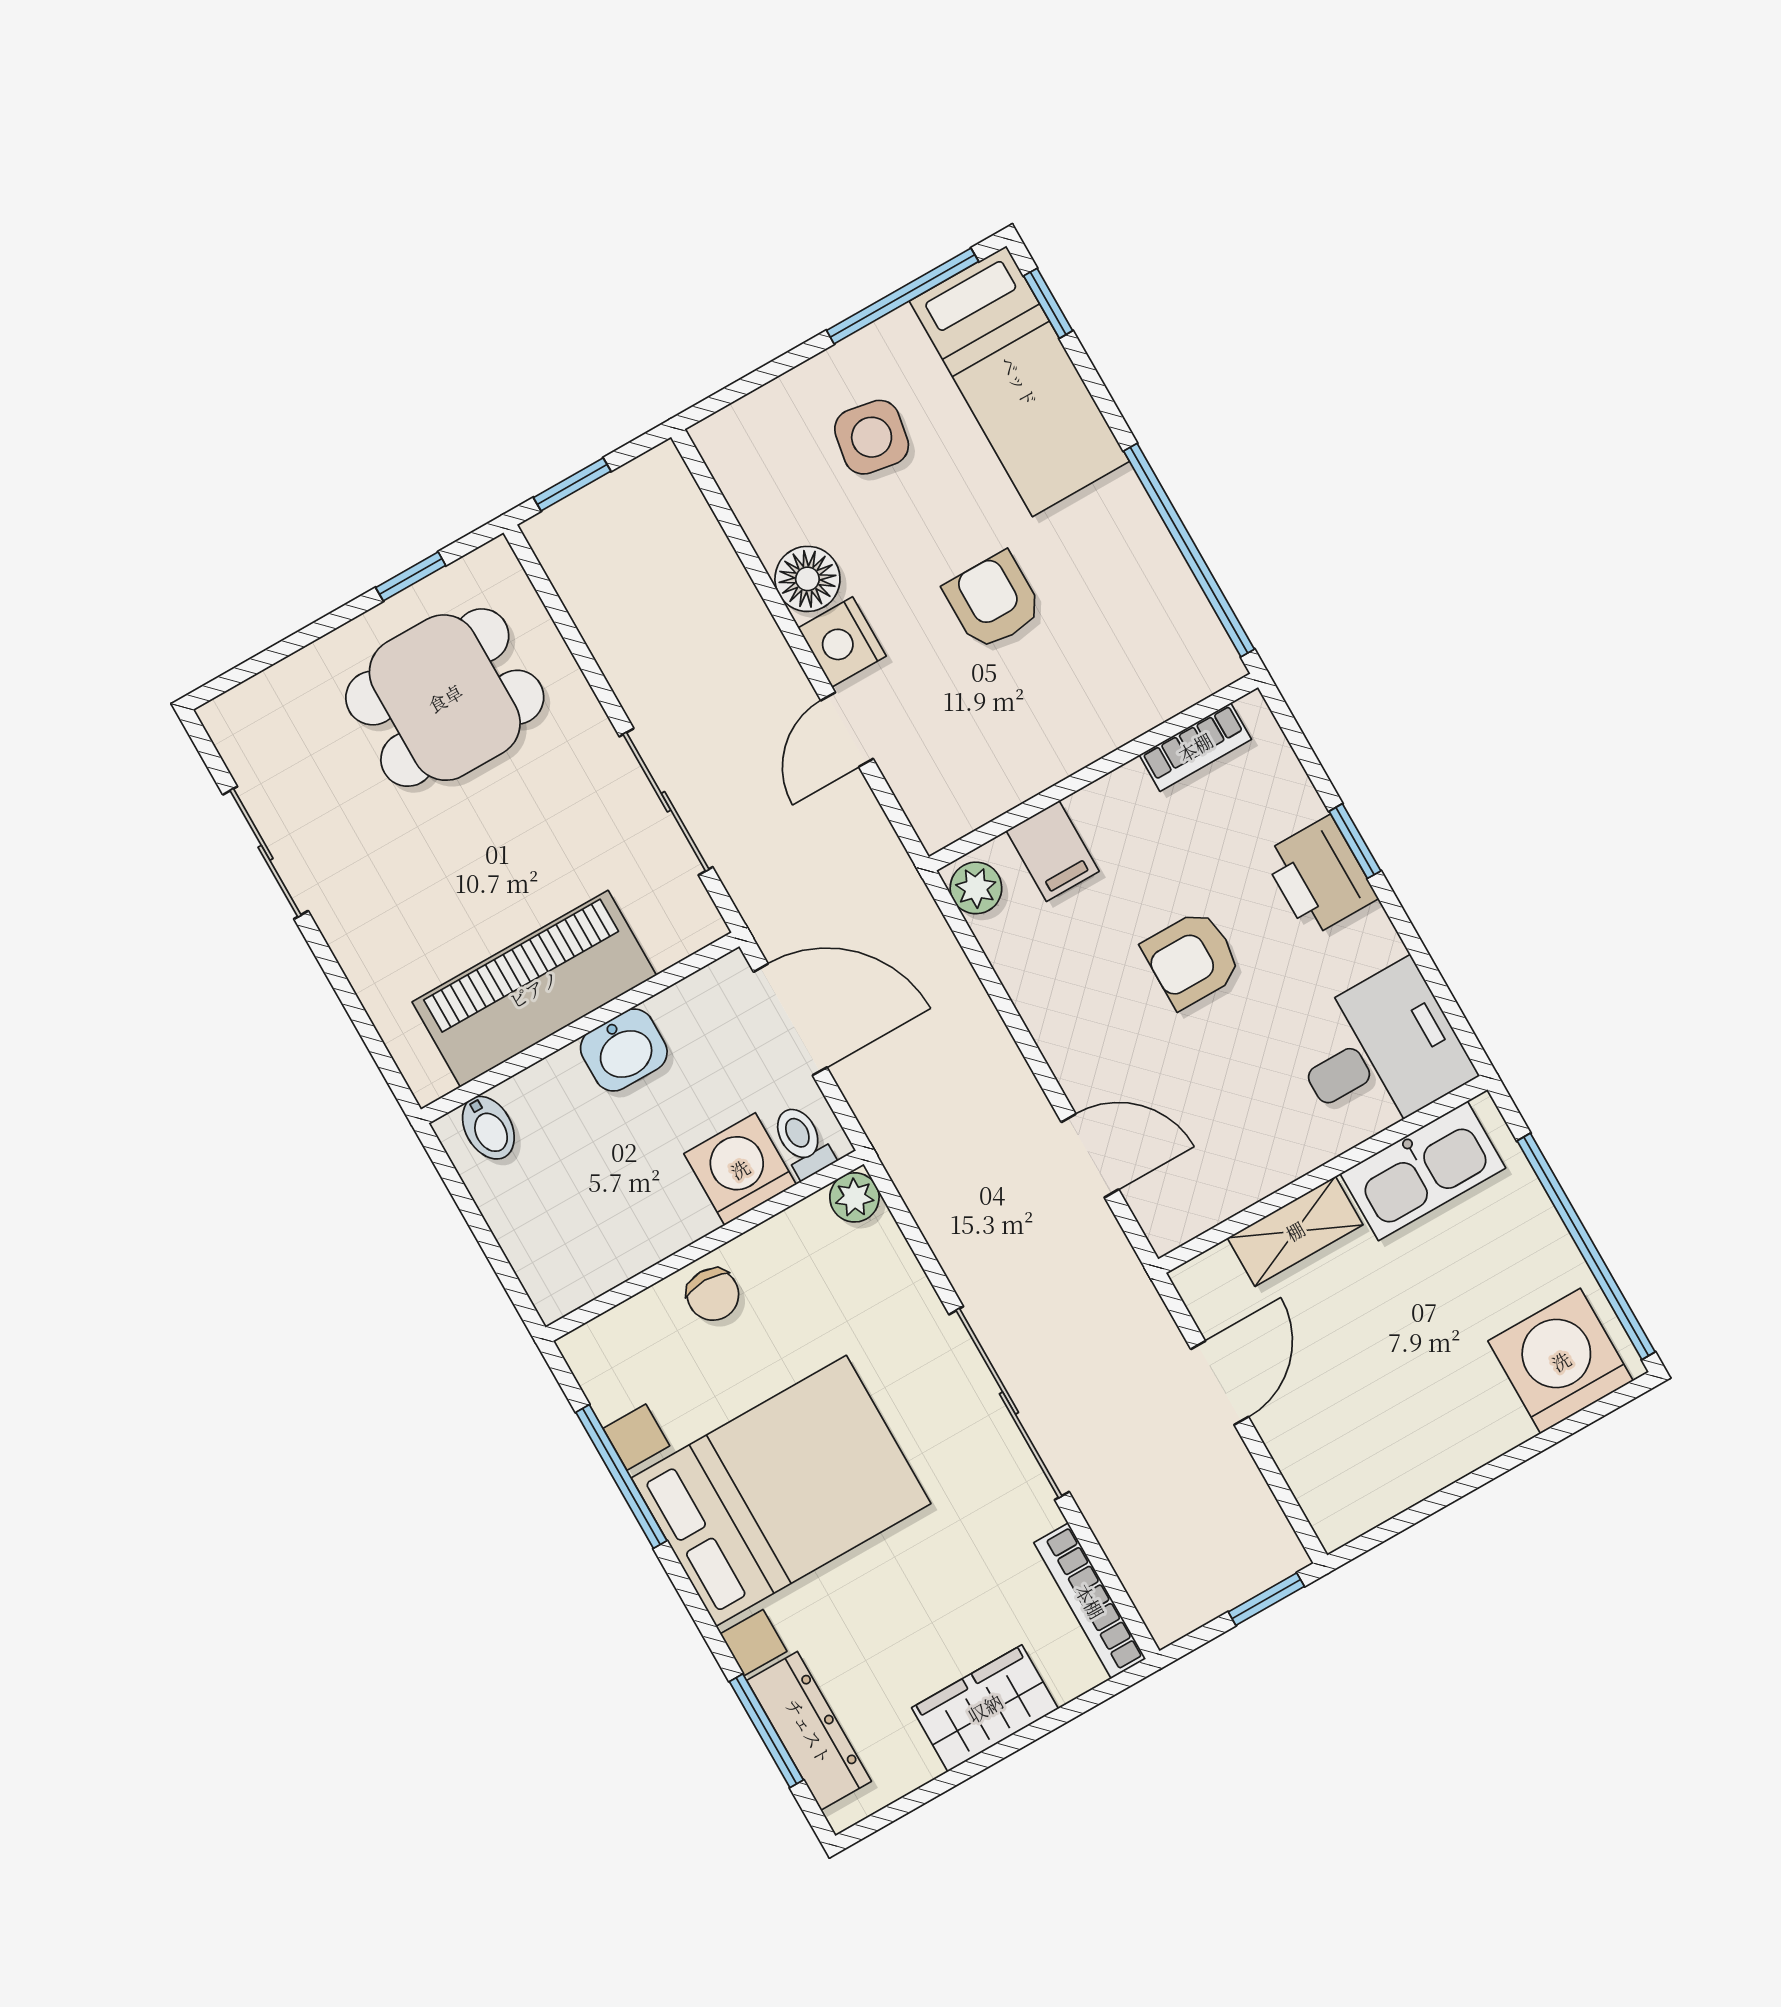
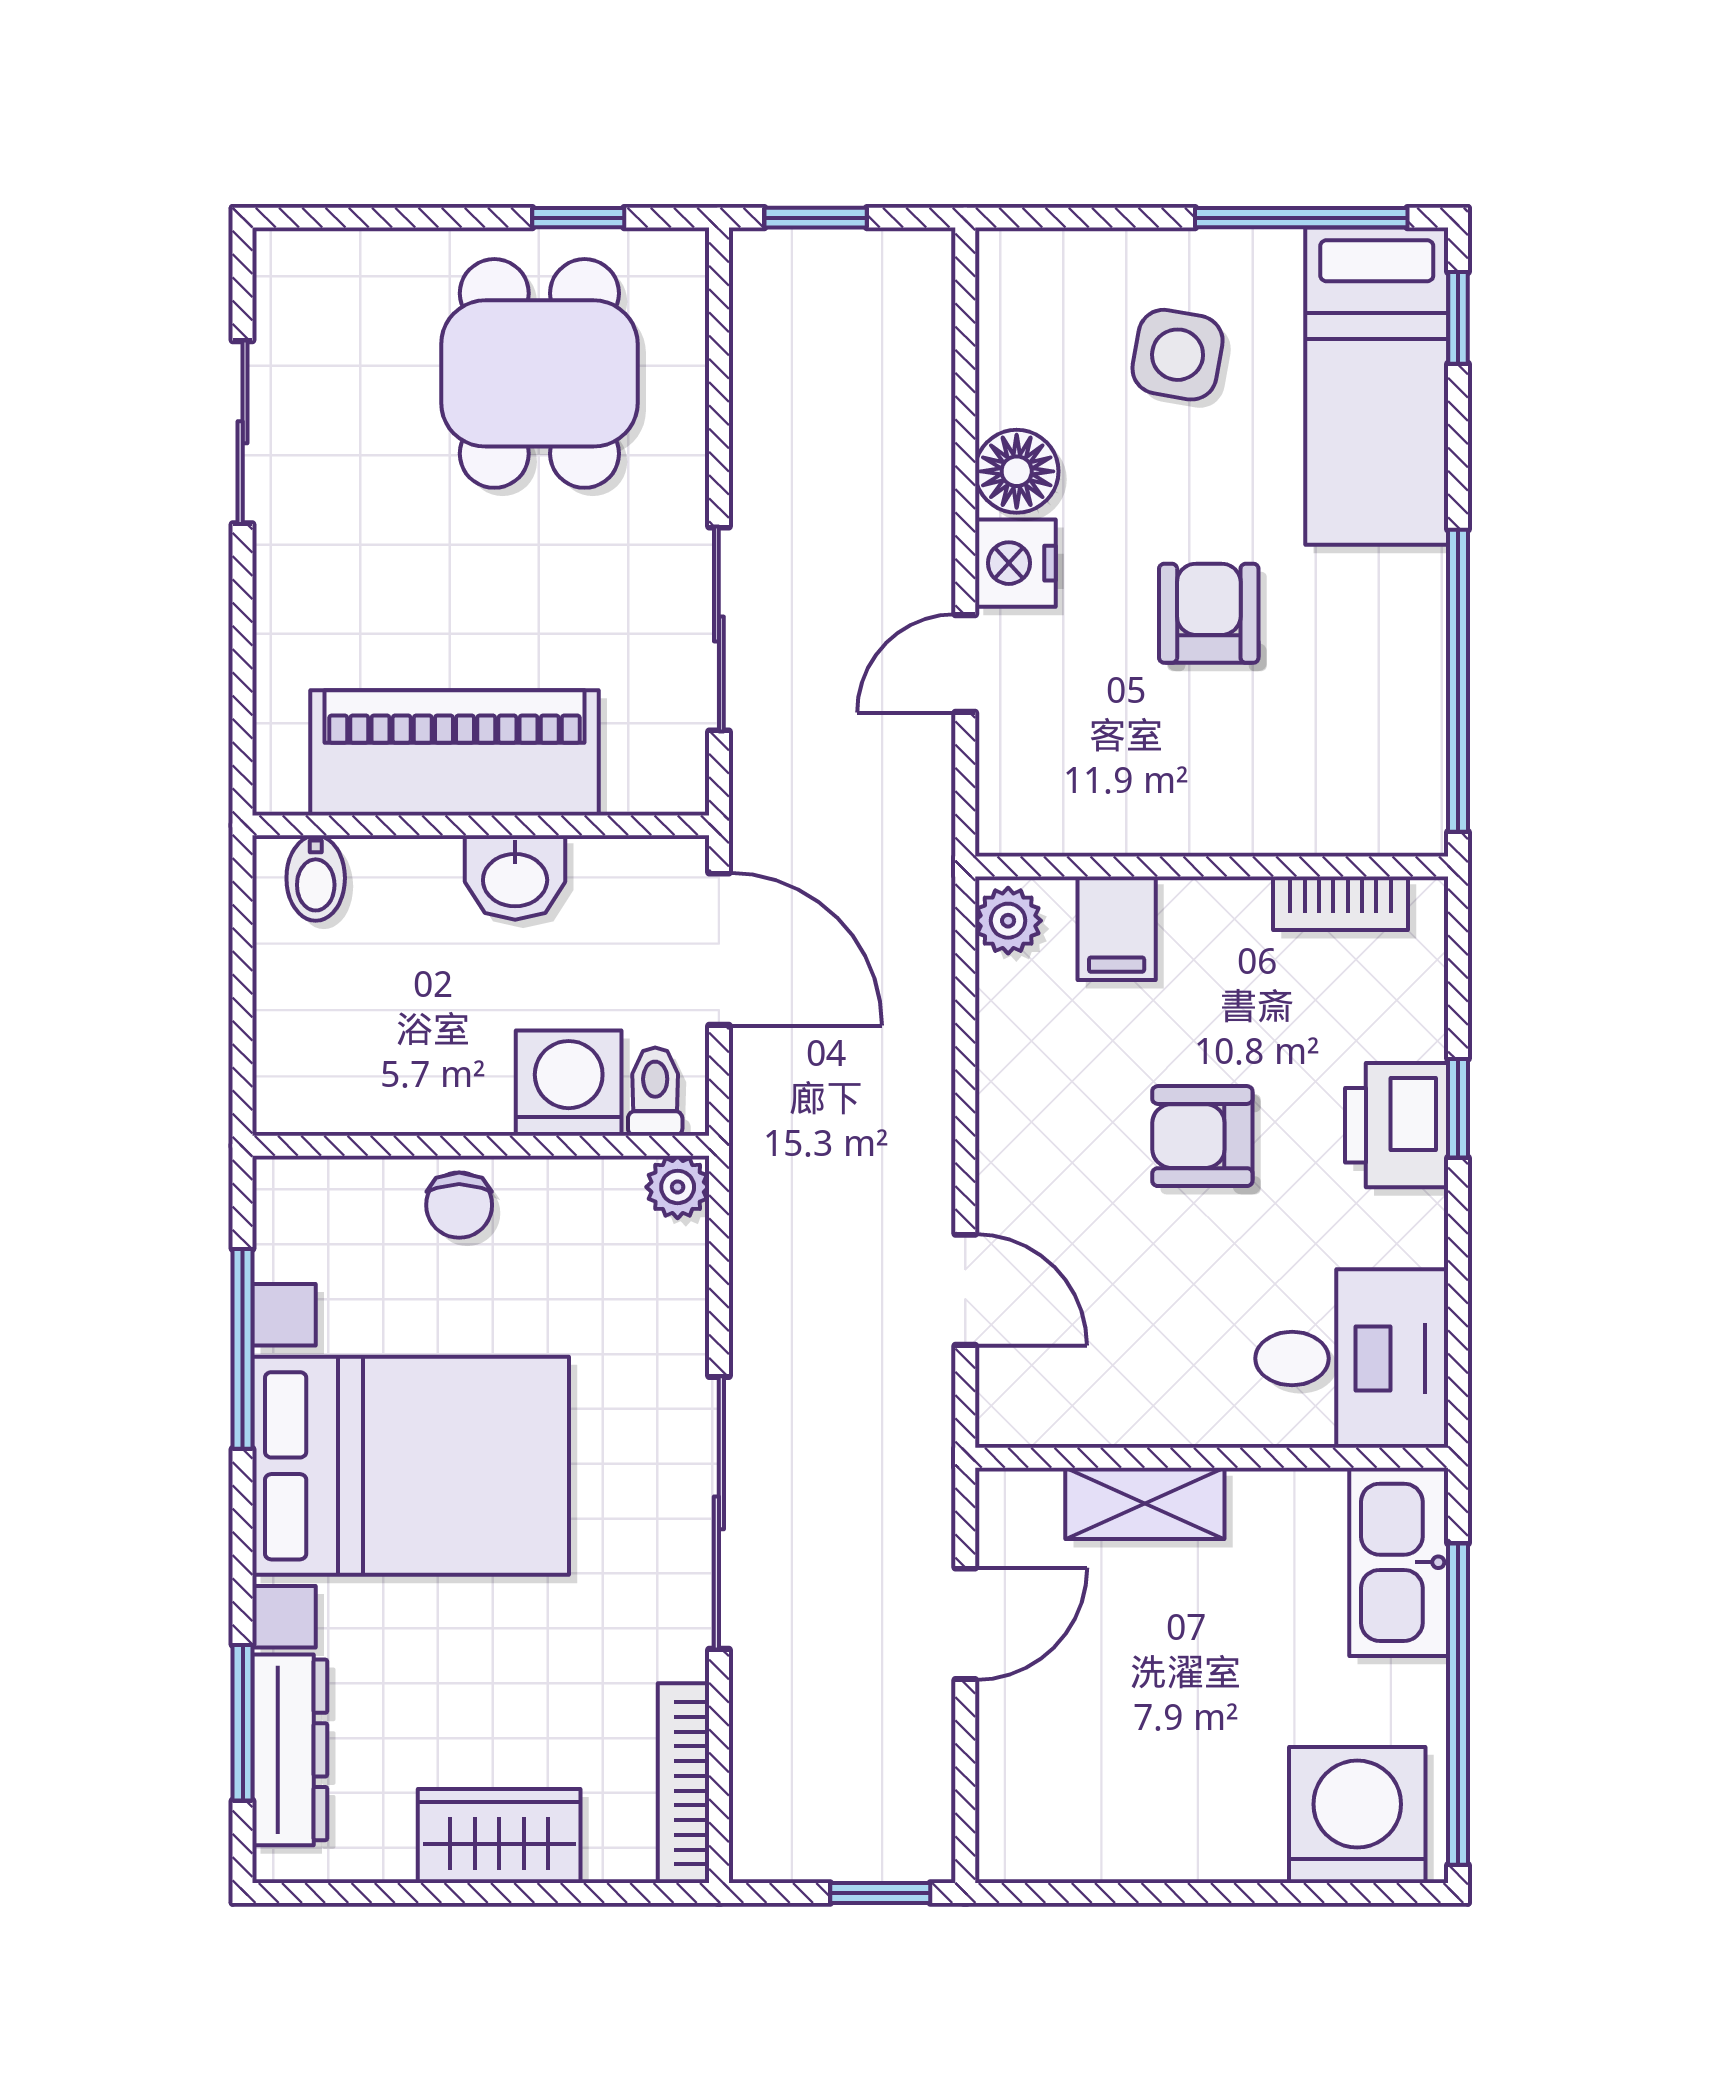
dining table: (445, 698) -> (539, 373), turned 90
kitchen sink: (1423, 1171) -> (1399, 1562), moved, turned 90

